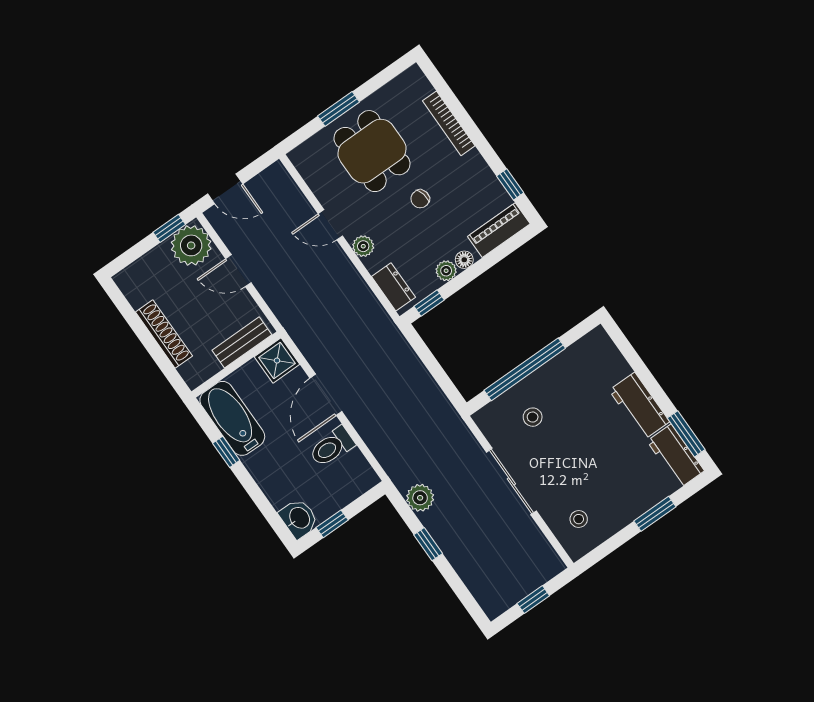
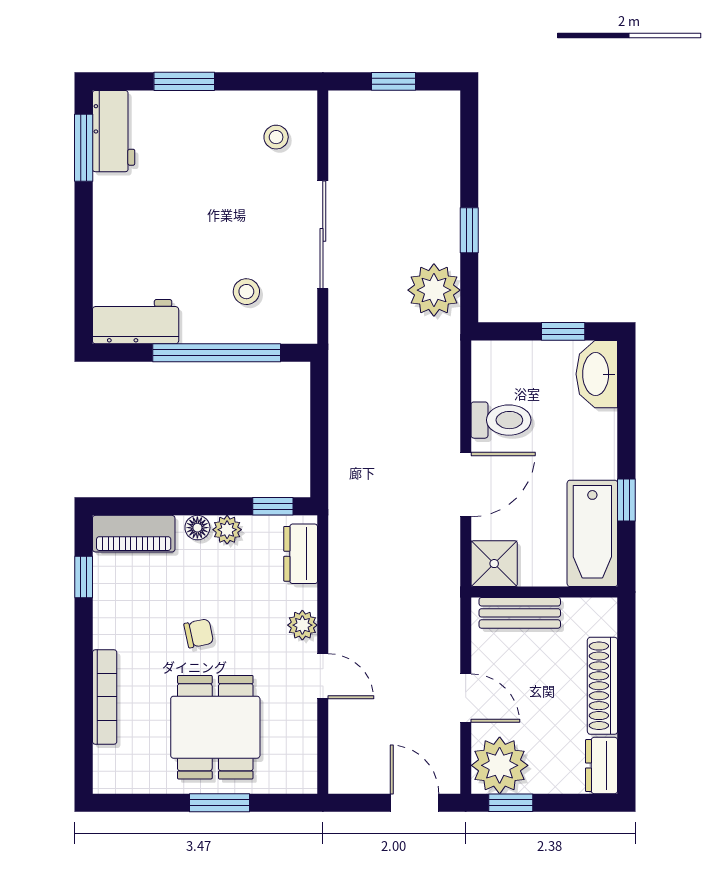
dresser: (132, 287) -> (602, 766), added
workbench: (639, 406) -> (136, 322), moved, turned -90
plant: (420, 498) -> (434, 290), width x1.36, depth x1.36
washbasin: (299, 518) -> (597, 374), width x1.38

